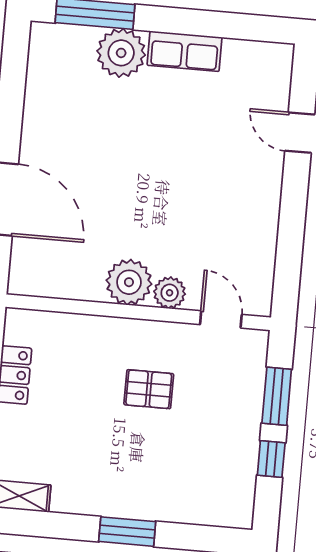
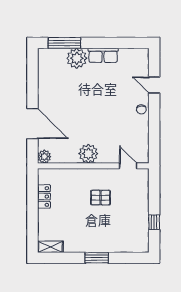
chair: (264, 188) -> (141, 109), added
plant: (170, 293) -> (44, 157), moved
window: (277, 396) -> (154, 196), removed

